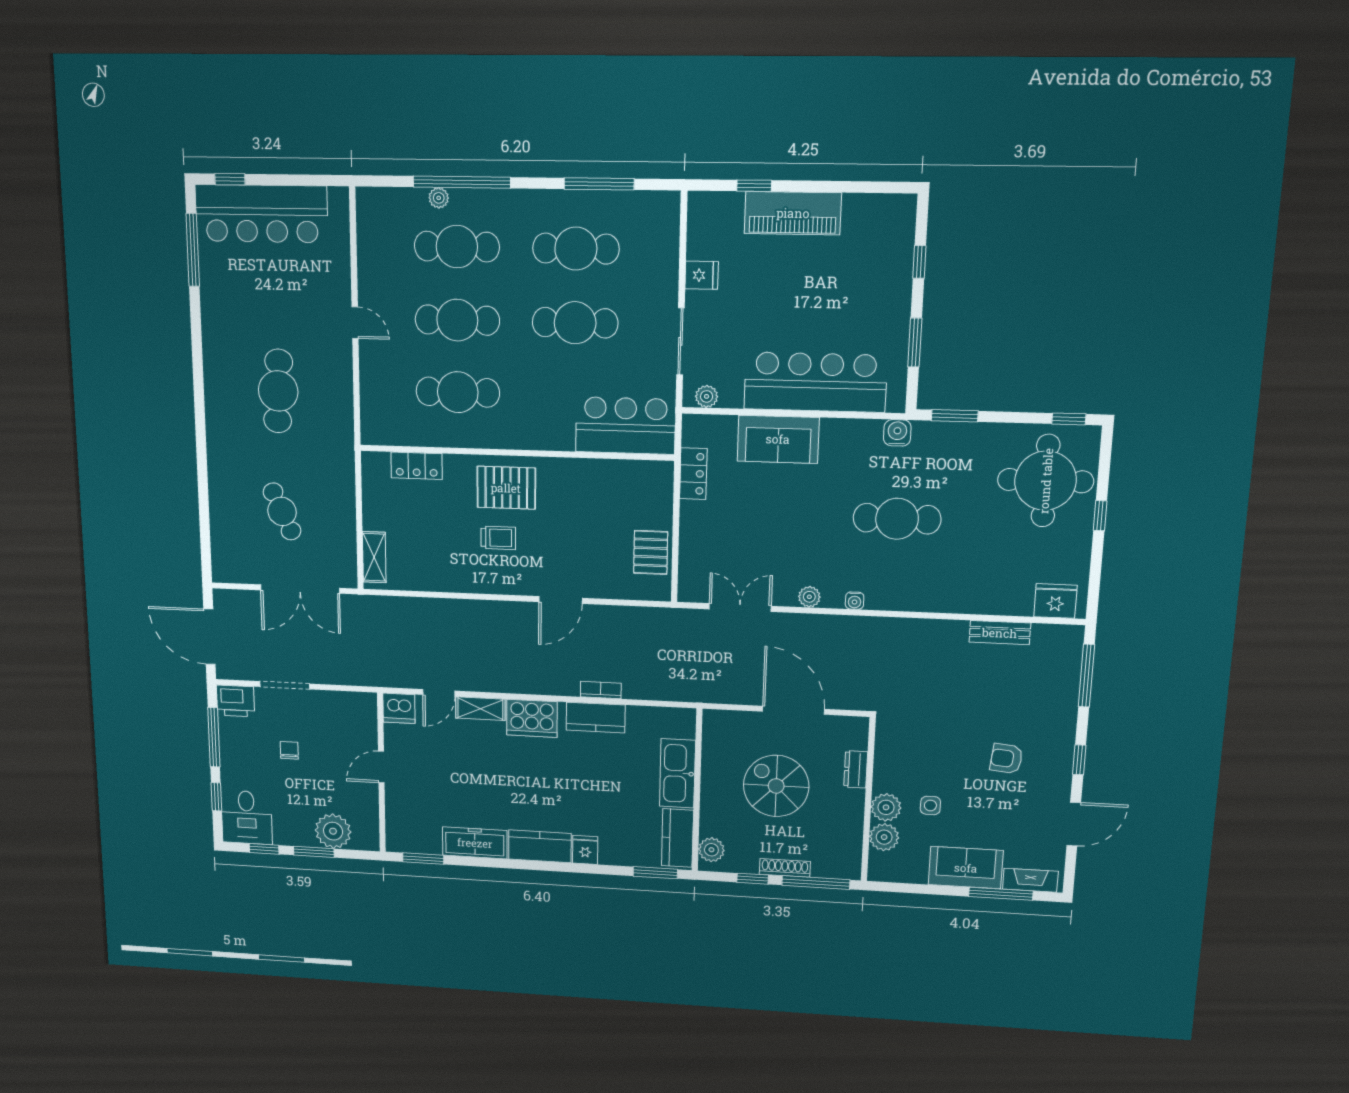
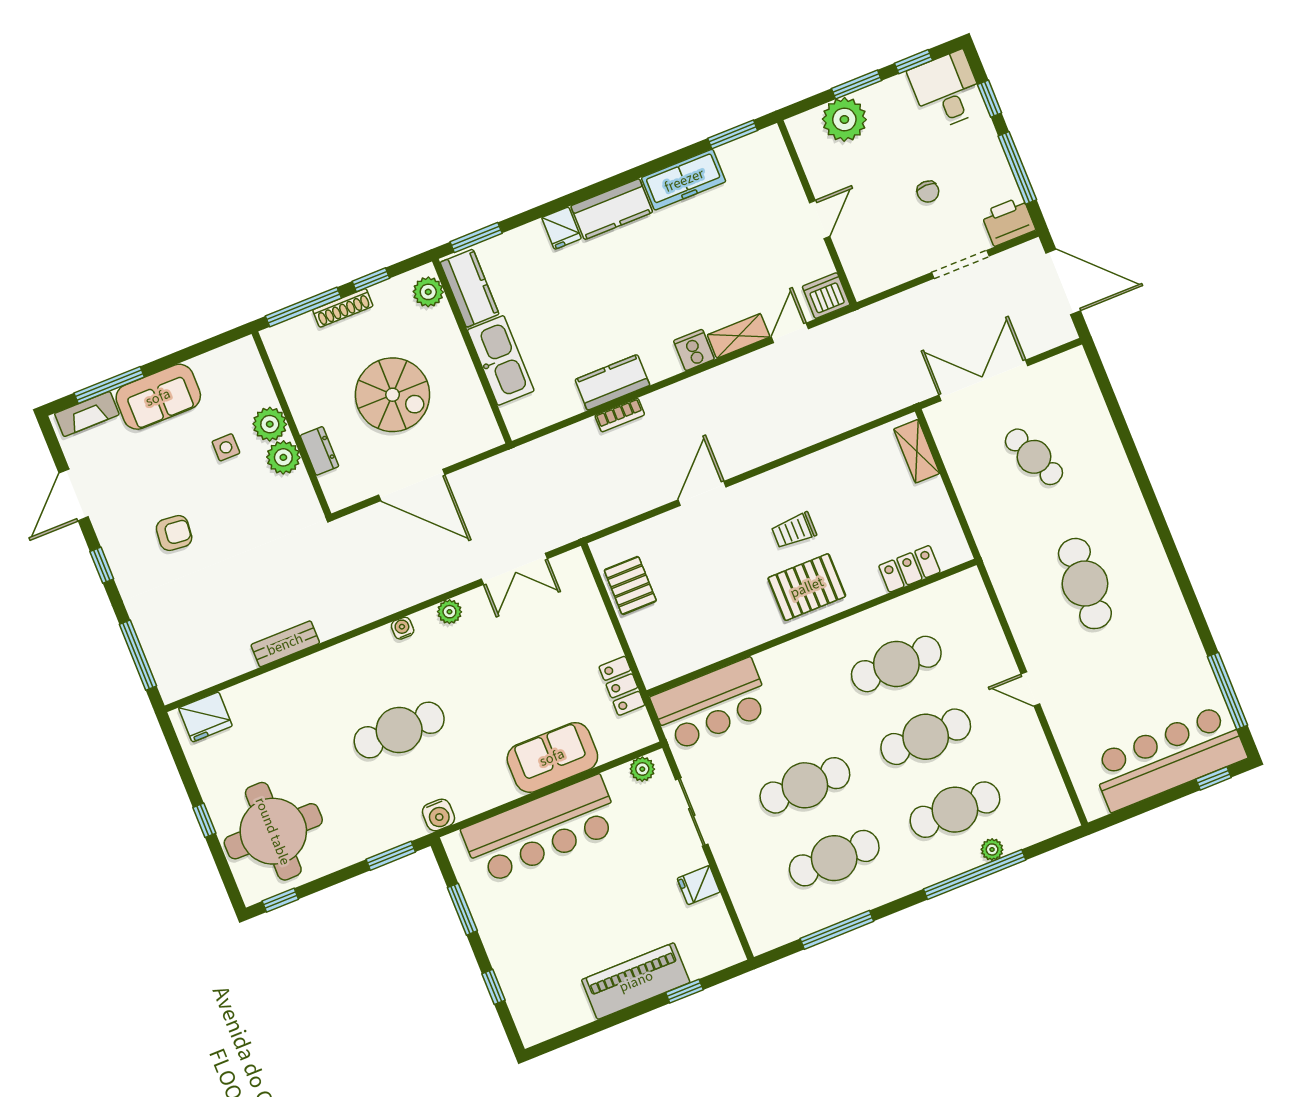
bench: (1000, 633) -> (285, 644), moved
cooker: (532, 718) -> (694, 350), width x0.53, depth x0.76
plant: (884, 837) -> (283, 457), moved

